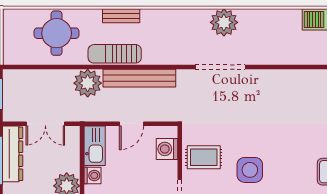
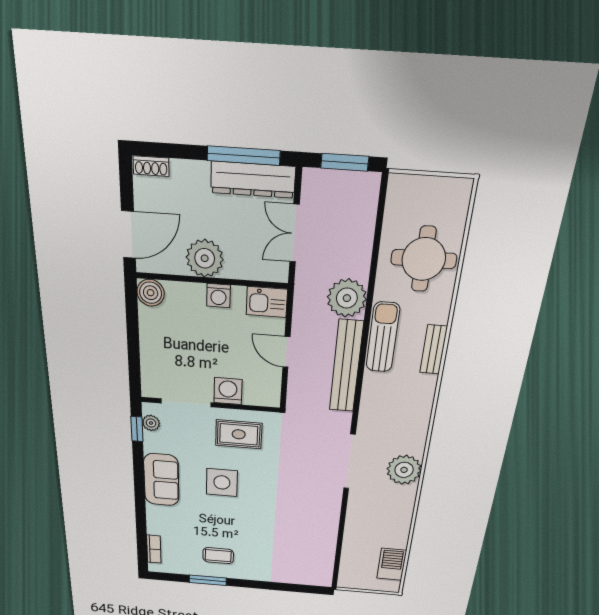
kitchen sink: (95, 146) -> (267, 302), width x0.73
washing machine: (167, 149) -> (228, 391), moved
rug: (204, 157) -> (239, 434), turned 90

